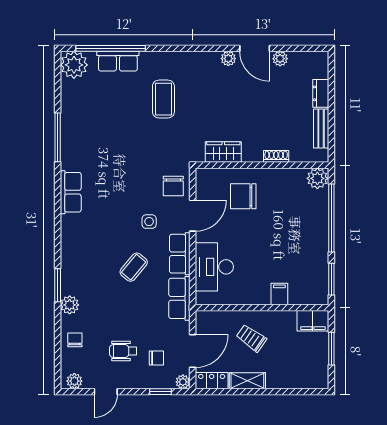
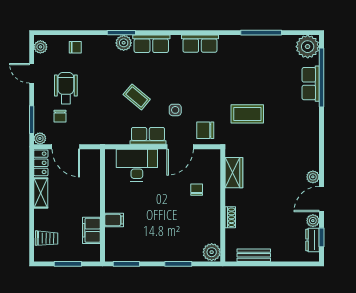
window: (300, 48) -> (321, 237), added
dresser: (321, 93) -> (312, 240), moved, turned -90
coffee table: (163, 99) -> (247, 114), moved
window: (58, 137) -> (261, 33), moved
chair: (243, 196) -> (197, 190), width x0.54, depth x0.54
door: (193, 216) -> (180, 147), hinge flipped
window: (331, 218) -> (178, 264), width x0.47
row of seats: (179, 298) -> (151, 44), moved, turned 180
plant: (70, 305) -> (124, 43), moved
filing cabinet: (313, 321) -> (91, 230), moved
trolley: (251, 338) -> (47, 238), moved, turned 56
wheelchair: (123, 351) -> (66, 88), width x1.36, depth x1.37
window: (160, 392) -> (32, 120), width x1.50

